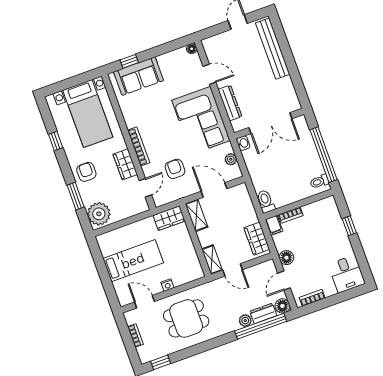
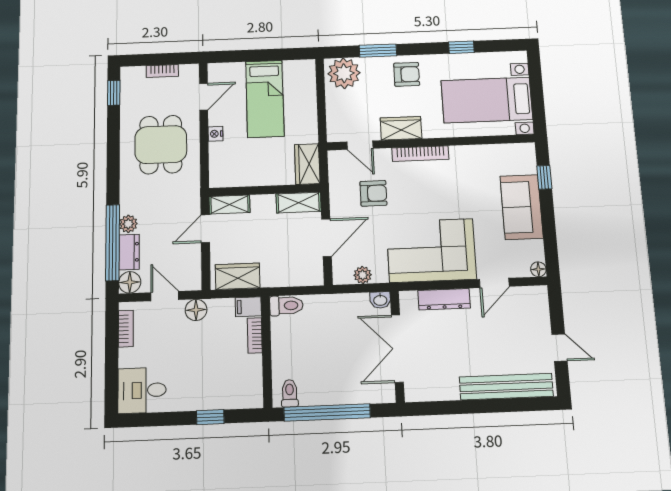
sofa: (139, 76) -> (522, 207), moved

